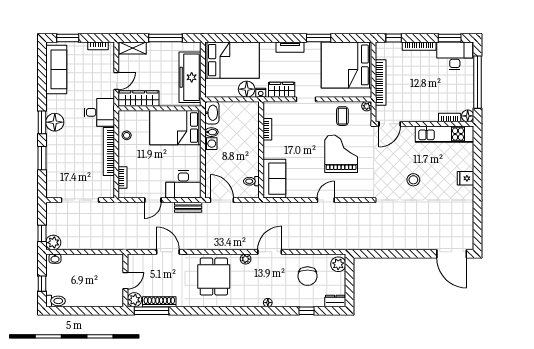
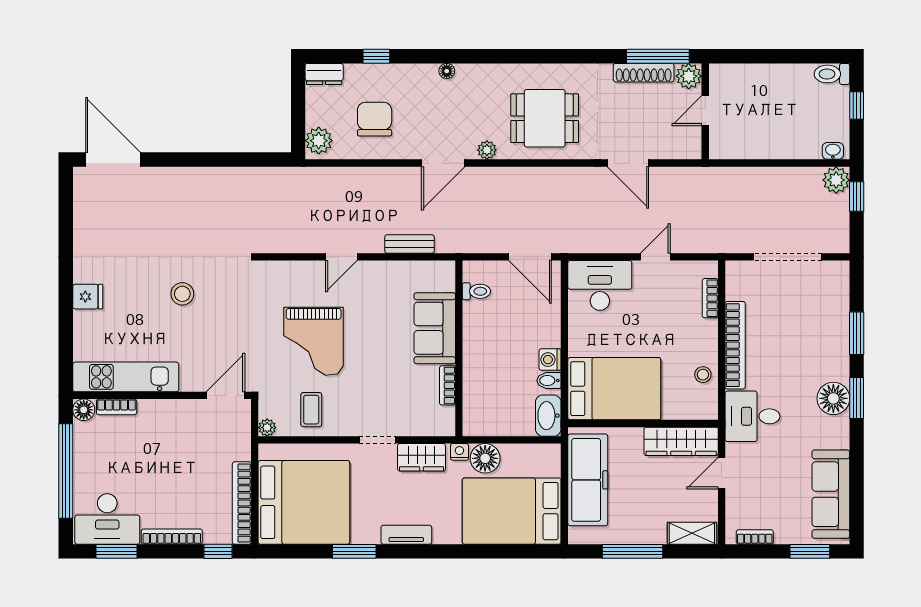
bookcase: (381, 83) -> (242, 503), moved
sofa: (274, 179) -> (435, 328), moved
bench: (188, 207) -> (410, 244), moved
dining table: (214, 277) -> (545, 118), turned 90

